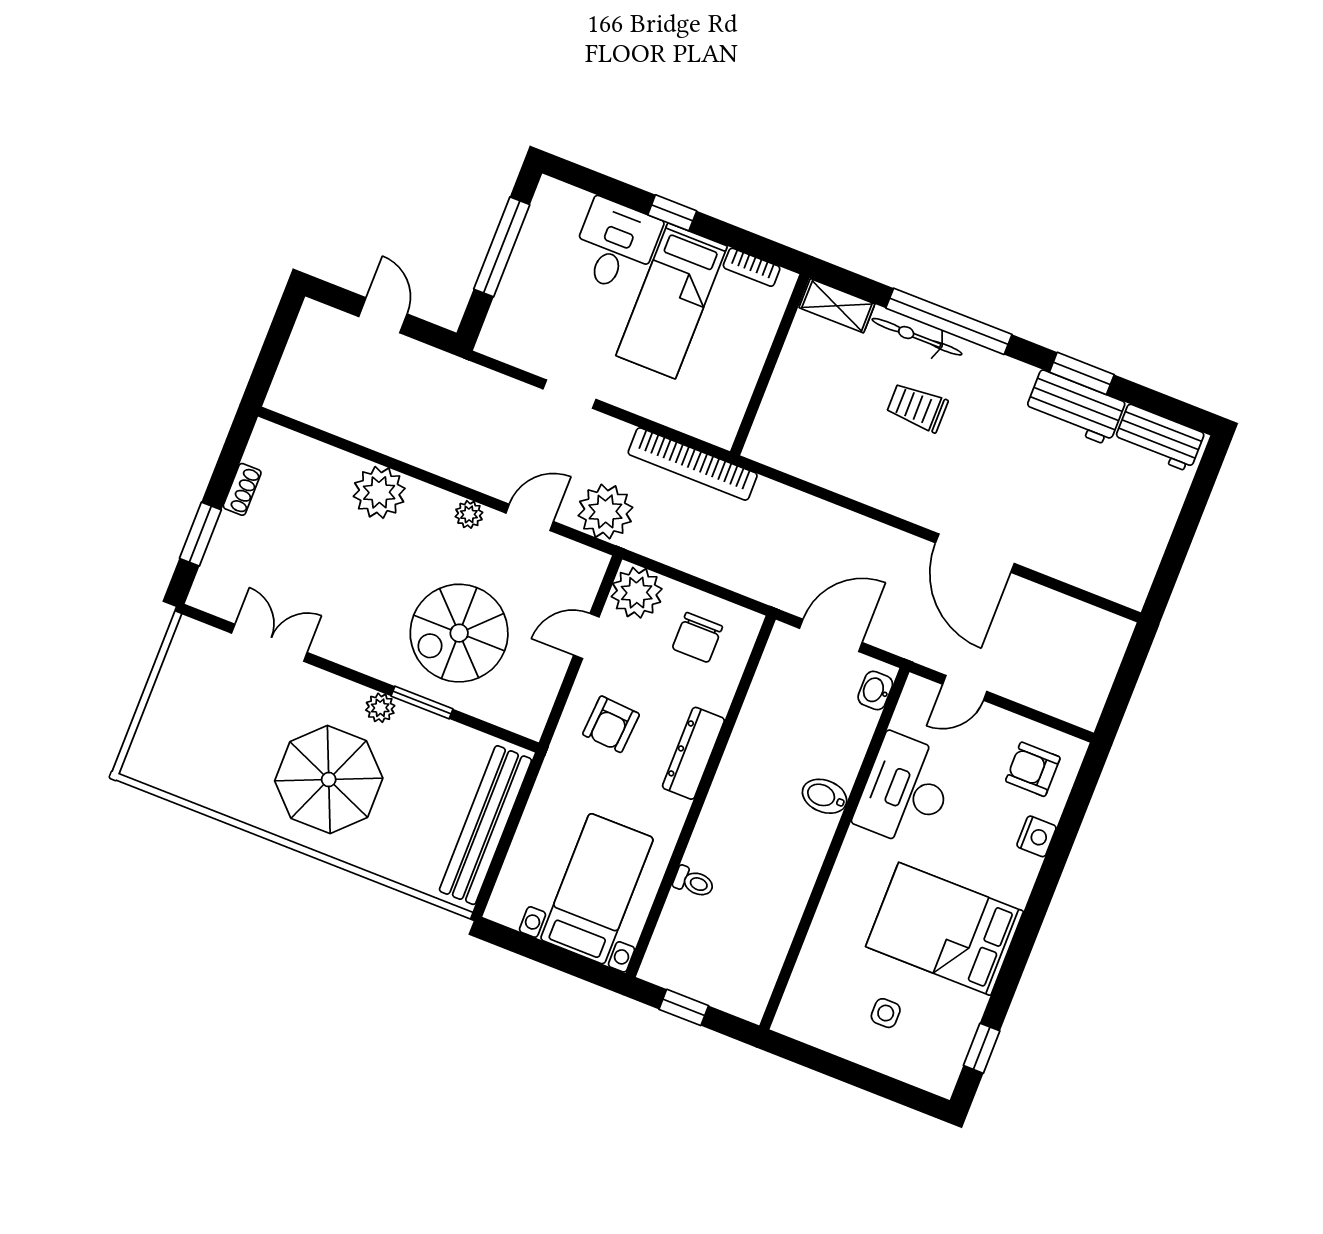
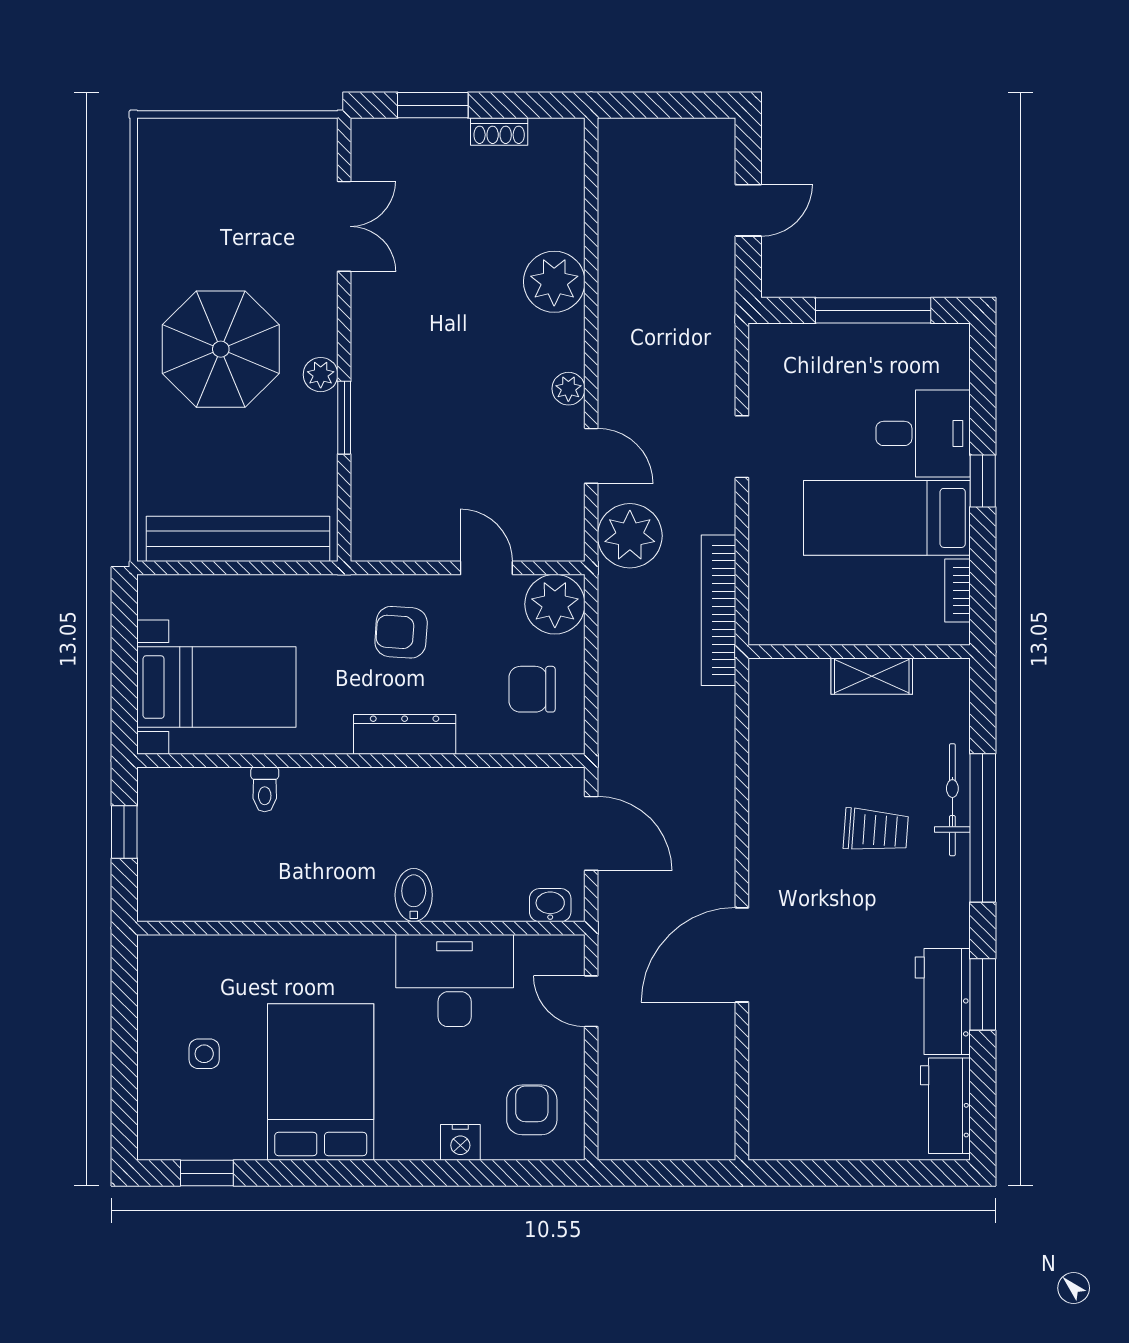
shelving: (837, 306) -> (872, 676), moved, turned 90
trolley: (917, 407) -> (876, 830), turned 94
spiral stairs: (459, 633) -> (435, 428), removed

